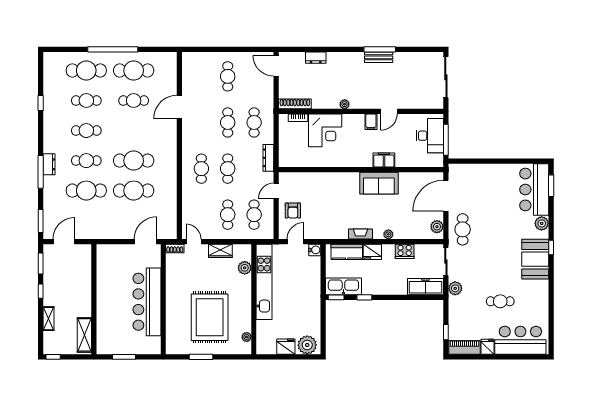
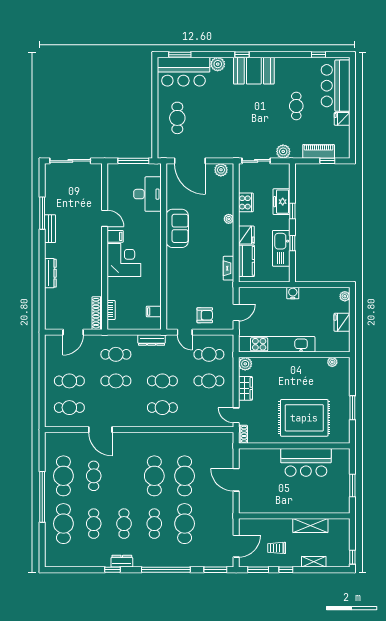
window: (380, 49) -> (42, 213), moved
dresser: (316, 58) -> (50, 273), moved, width x1.44
door: (276, 66) -> (73, 332), moved
cafe table: (201, 76) -> (69, 408), added
window: (41, 103) -> (113, 570), moved
plant: (345, 104) -> (97, 263), removed
corner desk: (325, 130) -> (124, 260), moved
desk: (430, 136) -> (147, 194), moved, turned 90
filing cabinet: (384, 160) -> (154, 312), moved, width x0.50
dresser: (49, 164) -> (122, 561), moved
window: (41, 172) -> (166, 570), width x1.46
cafe table: (463, 229) -> (177, 118), moved, turned 90
fireplace: (360, 234) -> (228, 268), moved
door: (64, 242) -> (236, 546), swing flipped
door: (146, 242) -> (236, 480), moved
door: (194, 242) -> (236, 415), hinge flipped
door: (295, 242) -> (236, 313), swing flipped
water cooler: (315, 250) -> (293, 293), moved
plant: (245, 268) -> (245, 364), moved
trolley: (62, 282) -> (277, 548), added
kitchen sink: (343, 286) -> (281, 248), moved
freezer: (425, 287) -> (281, 202), moved, width x0.71
window: (336, 297) -> (292, 211), moved
bar counter: (147, 302) -> (306, 462), width x0.73
rug: (210, 317) -> (304, 418), moved
window: (551, 323) -> (318, 55), added
shelving: (84, 335) -> (310, 526), moved
plant: (307, 345) -> (345, 296), width x0.53, depth x0.53
piano: (464, 347) -> (319, 151), moved, turned 90

